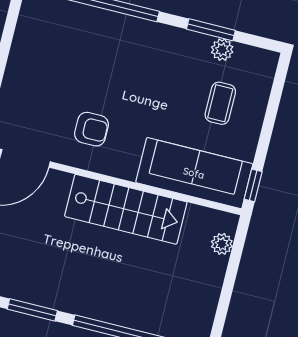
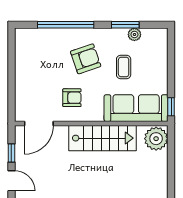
armchair: (131, 70) -> (86, 59), added
coffee table: (220, 103) -> (124, 67), moved
plant: (222, 244) -> (156, 139), width x1.87, depth x1.87

